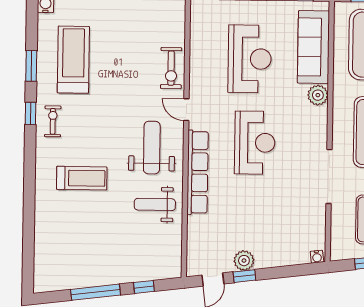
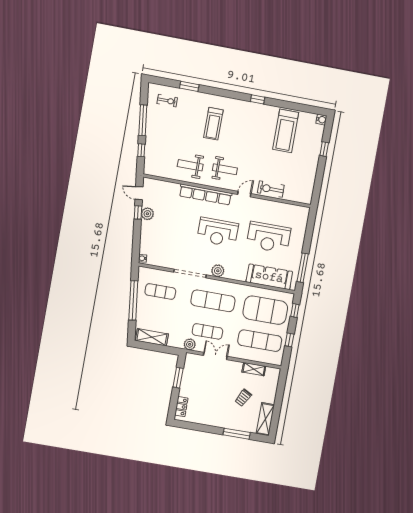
treadmill: (73, 60) -> (286, 131), turned 90
window: (31, 66) -> (189, 86), moved
plant: (318, 95) -> (218, 271), moved
exercise bike: (53, 121) -> (167, 101), moved
weight bench: (152, 148) -> (225, 169), width x0.73, depth x0.75
weight bench: (155, 204) -> (190, 165), turned -90

